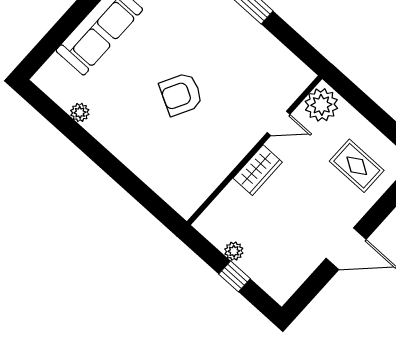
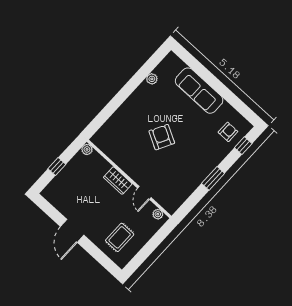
plant: (321, 105) -> (158, 214), width x0.53, depth x0.53
plant: (234, 251) -> (87, 149), moved

